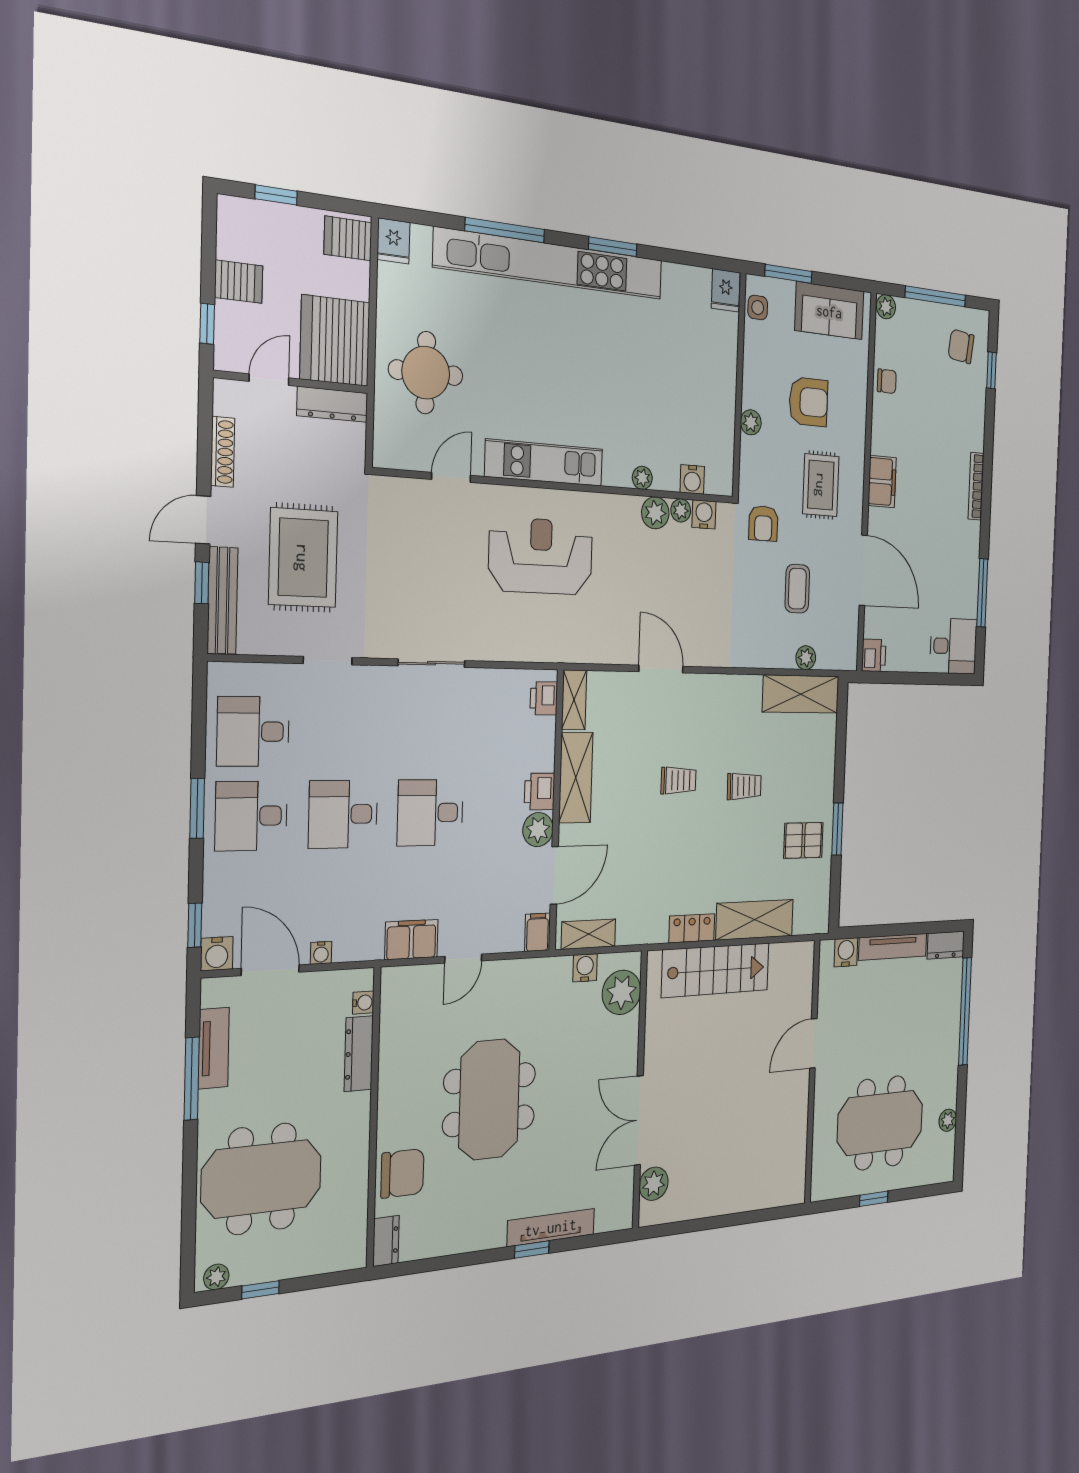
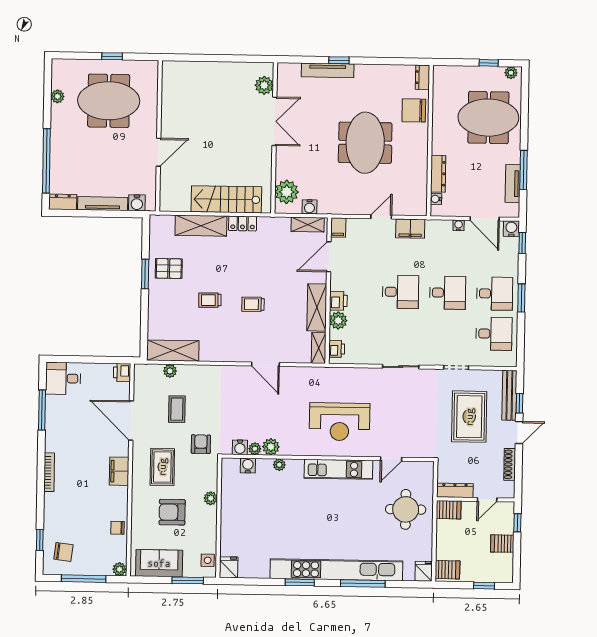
server rack: (335, 341) -> (449, 510), width x0.46, depth x0.70
plant: (538, 830) -> (338, 320), moved

